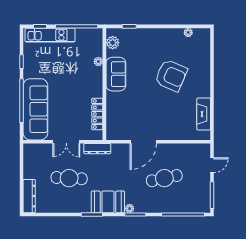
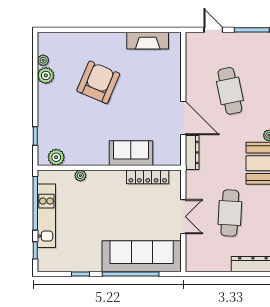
kitchen unit: (50, 35) -> (46, 216), moved
plant: (176, 35) -> (46, 75), added
sofa: (116, 74) -> (131, 153), moved
dresser: (97, 149) -> (192, 152), moved

